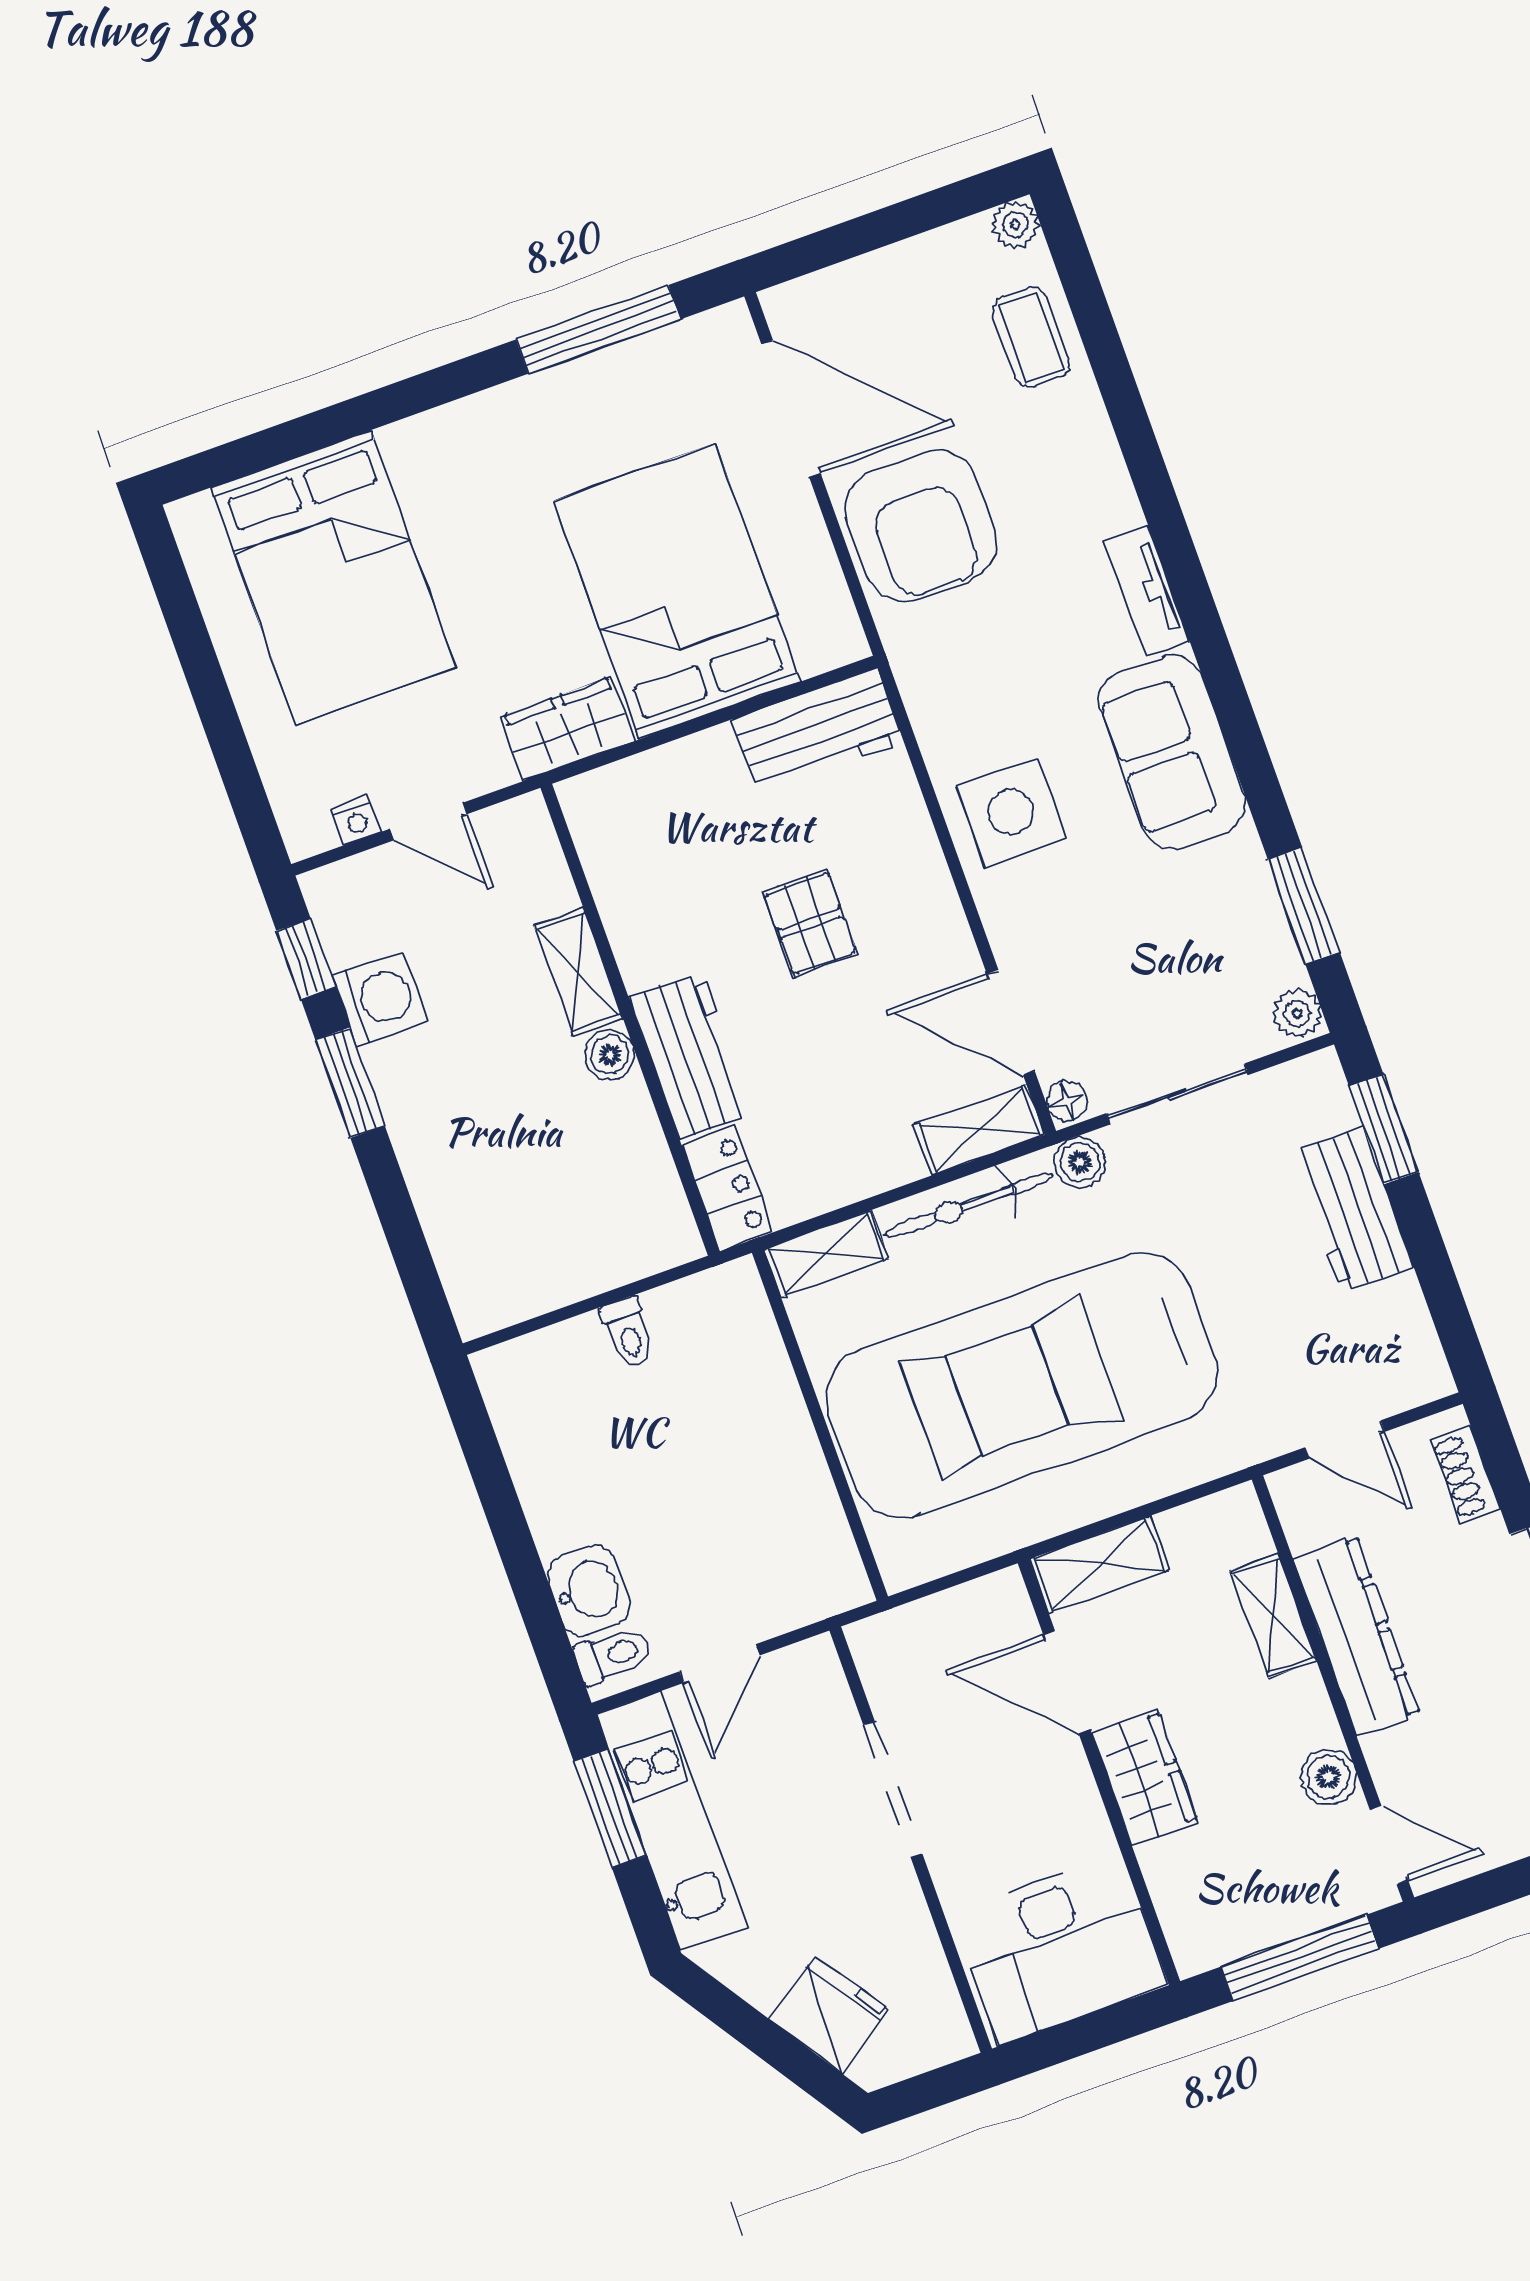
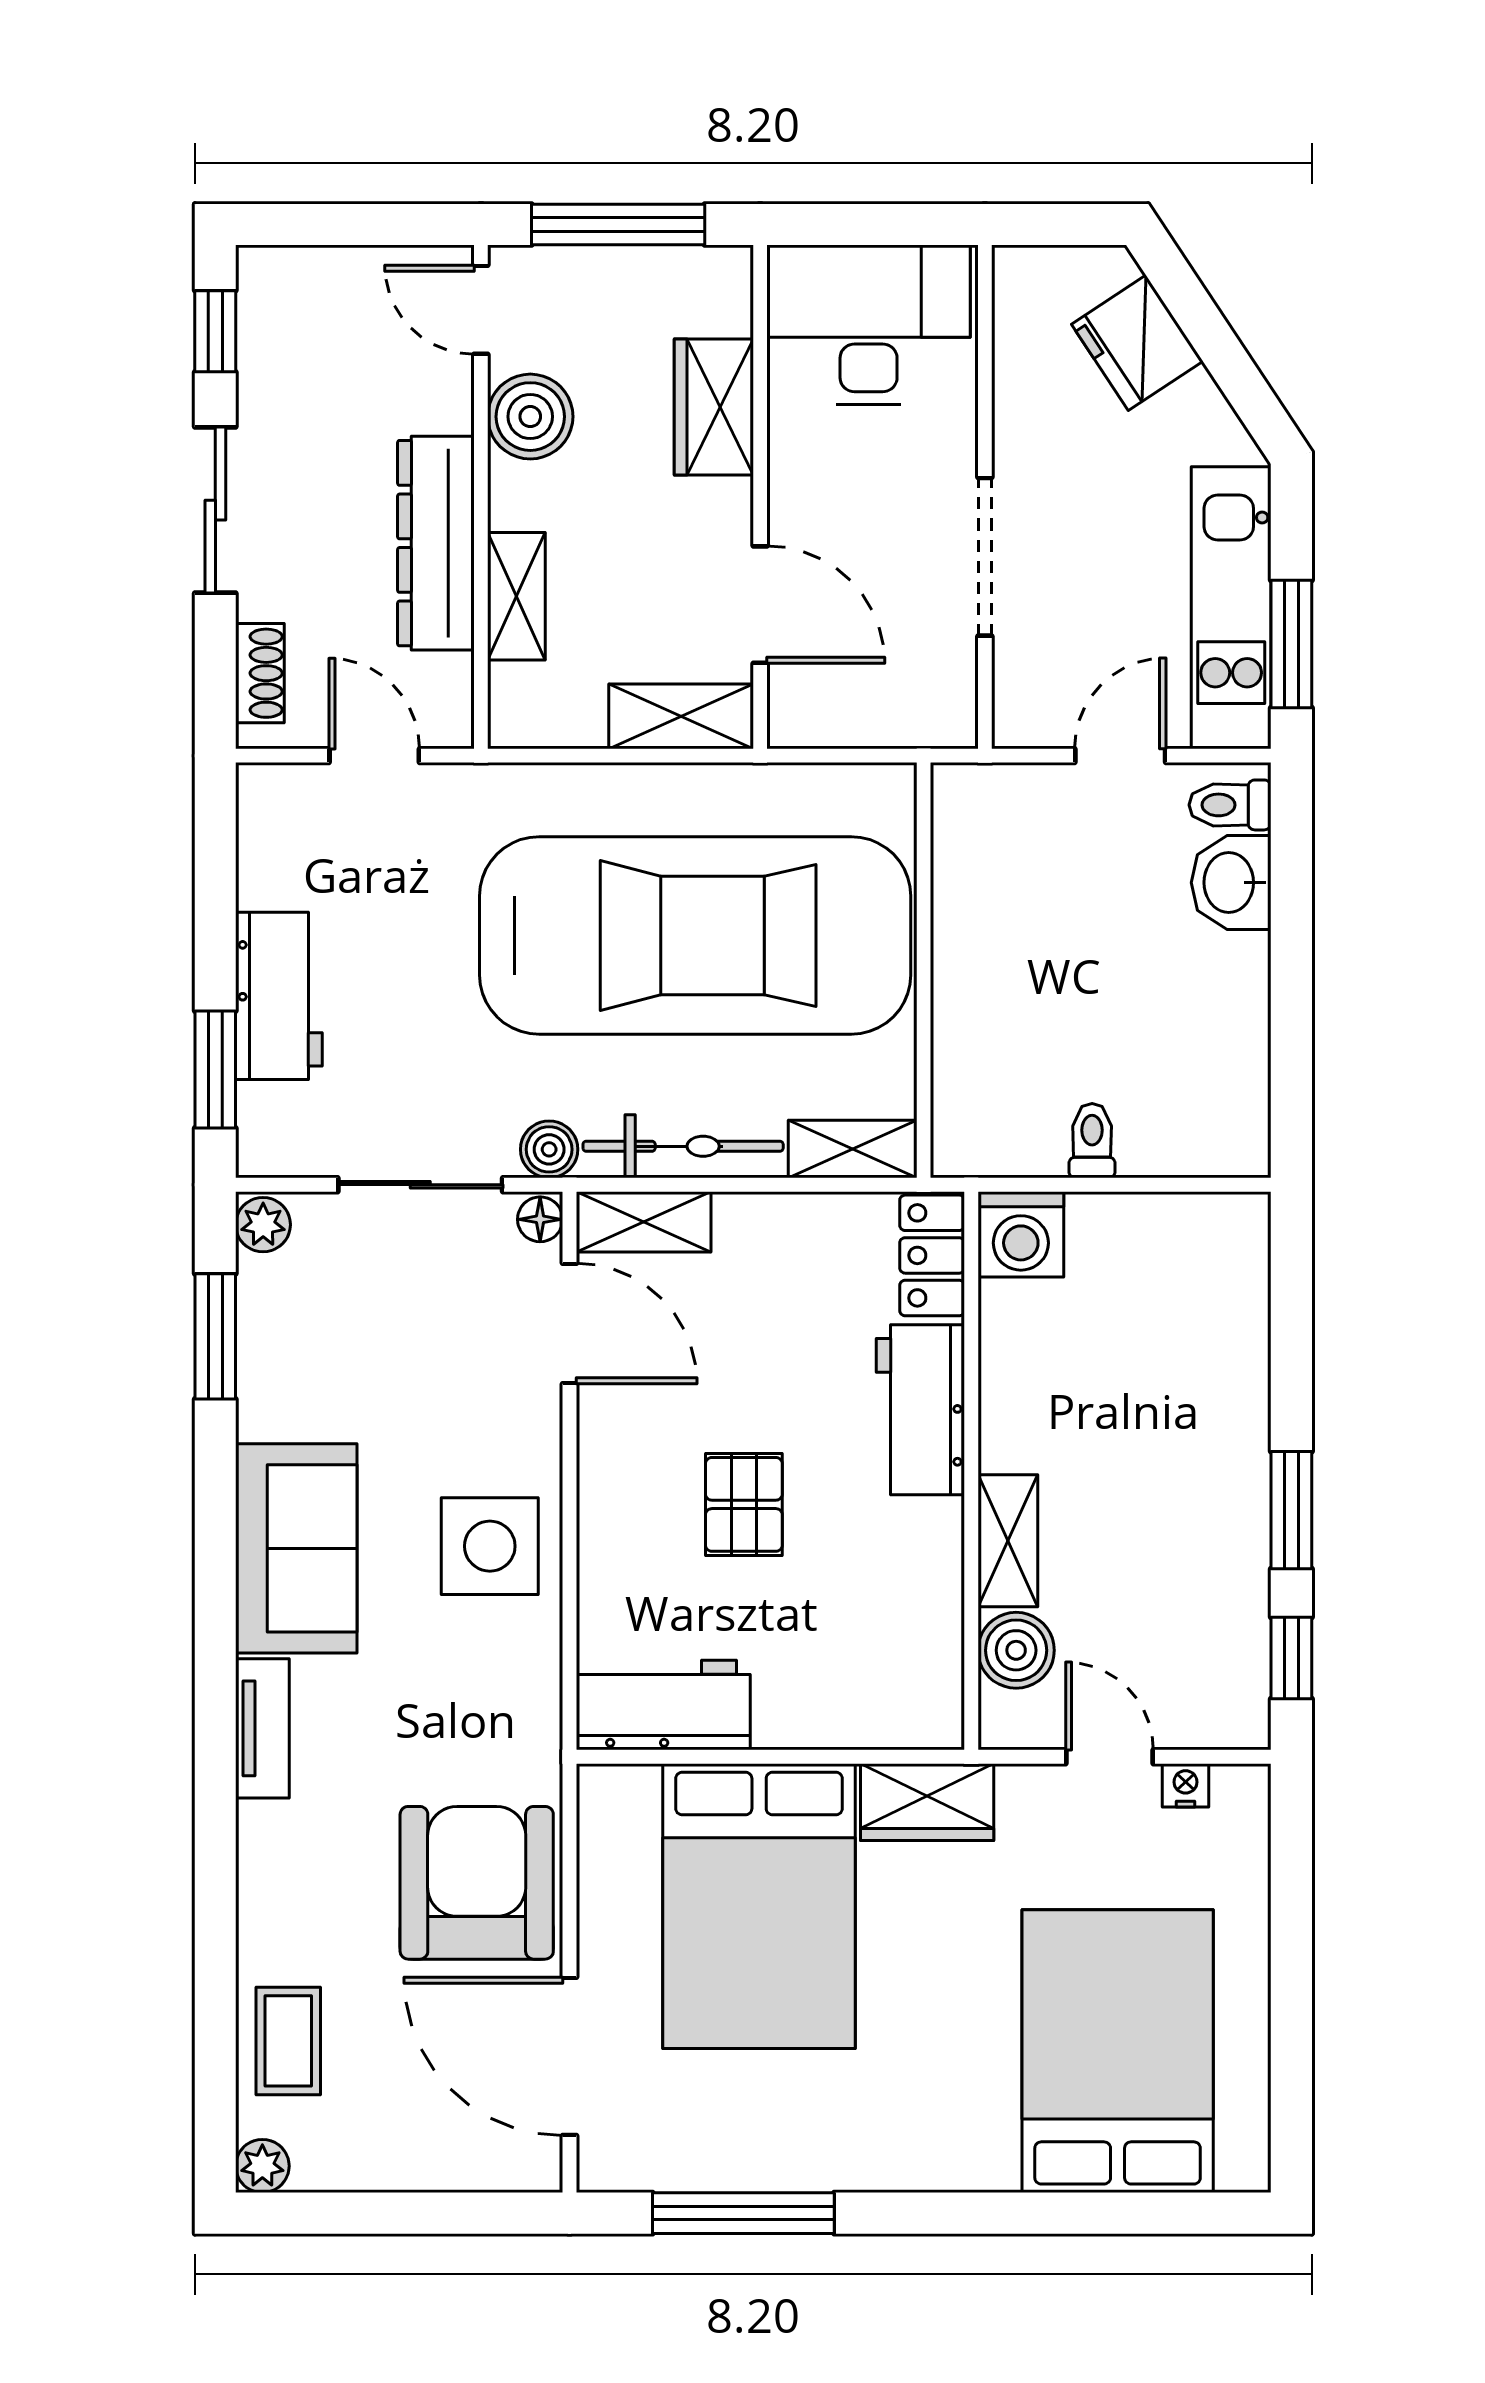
washing machine: (380, 999) -> (1021, 1234), moved, turned -90
boiler: (610, 1055) -> (1016, 1650), moved, width x1.36, depth x1.36
wardrobe: (1145, 1777) -> (714, 407), moved
boiler: (1329, 1777) -> (530, 417), width x1.36, depth x1.36

